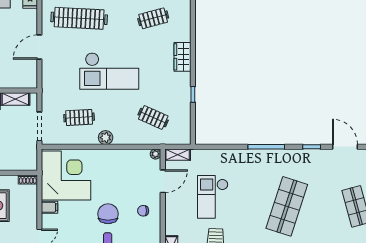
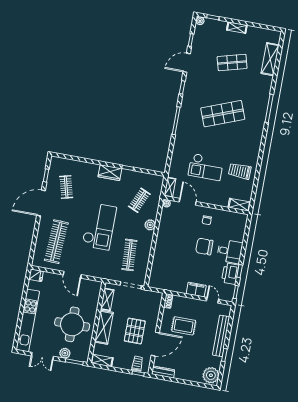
wardrobe: (182, 57) -> (110, 173), moved
clothes rail: (79, 117) -> (129, 255), width x1.36
plant: (106, 138) -> (150, 225), moved
corner desk: (66, 176) -> (170, 272), removed
shop shelf: (287, 206) -> (223, 114), turned -39
filing cabinet: (50, 207) -> (196, 290), width x2.00

